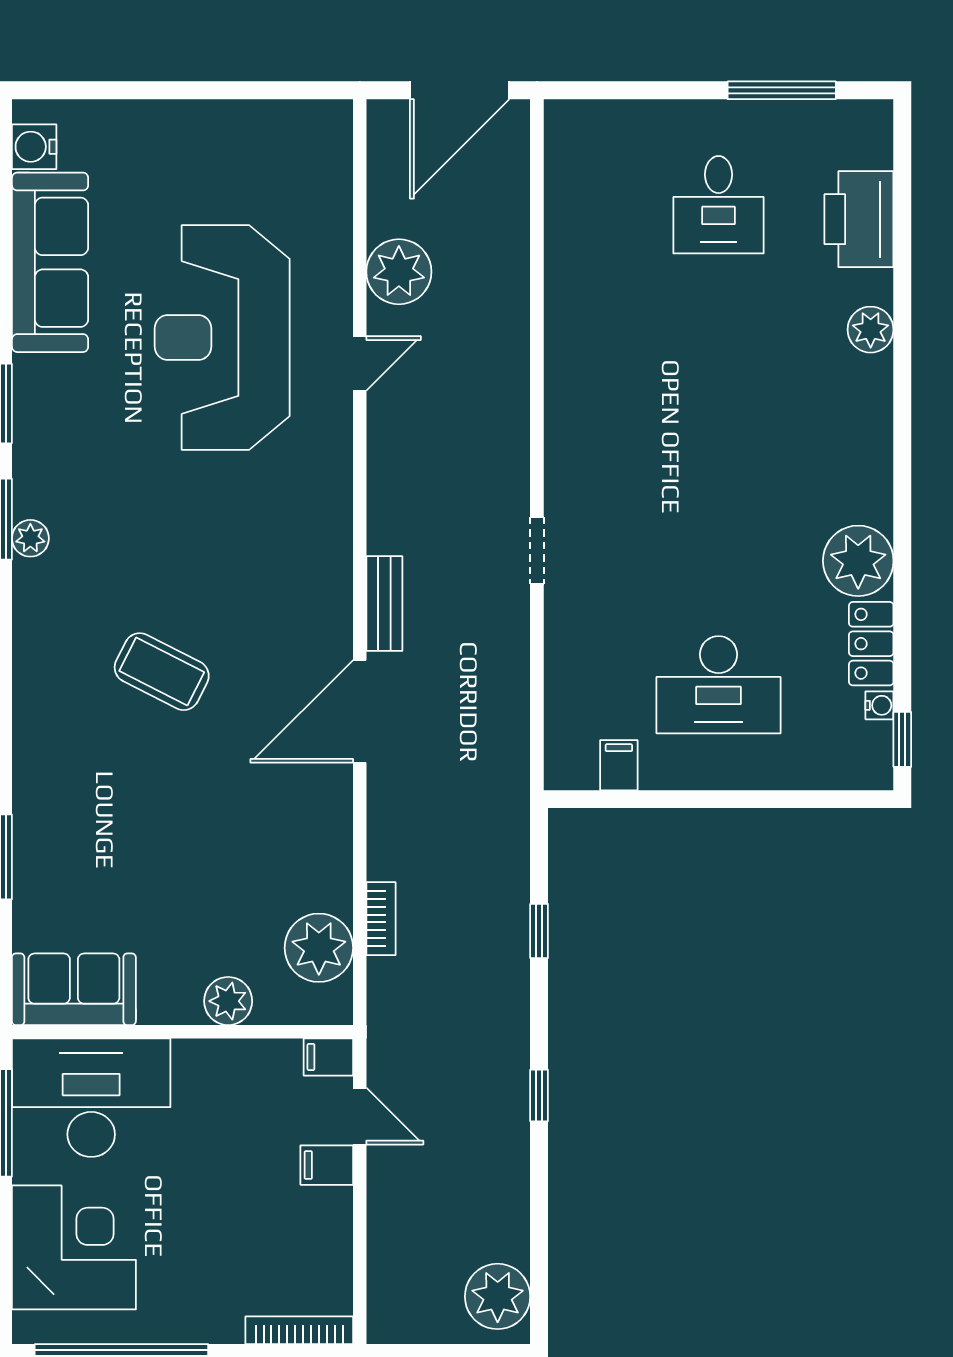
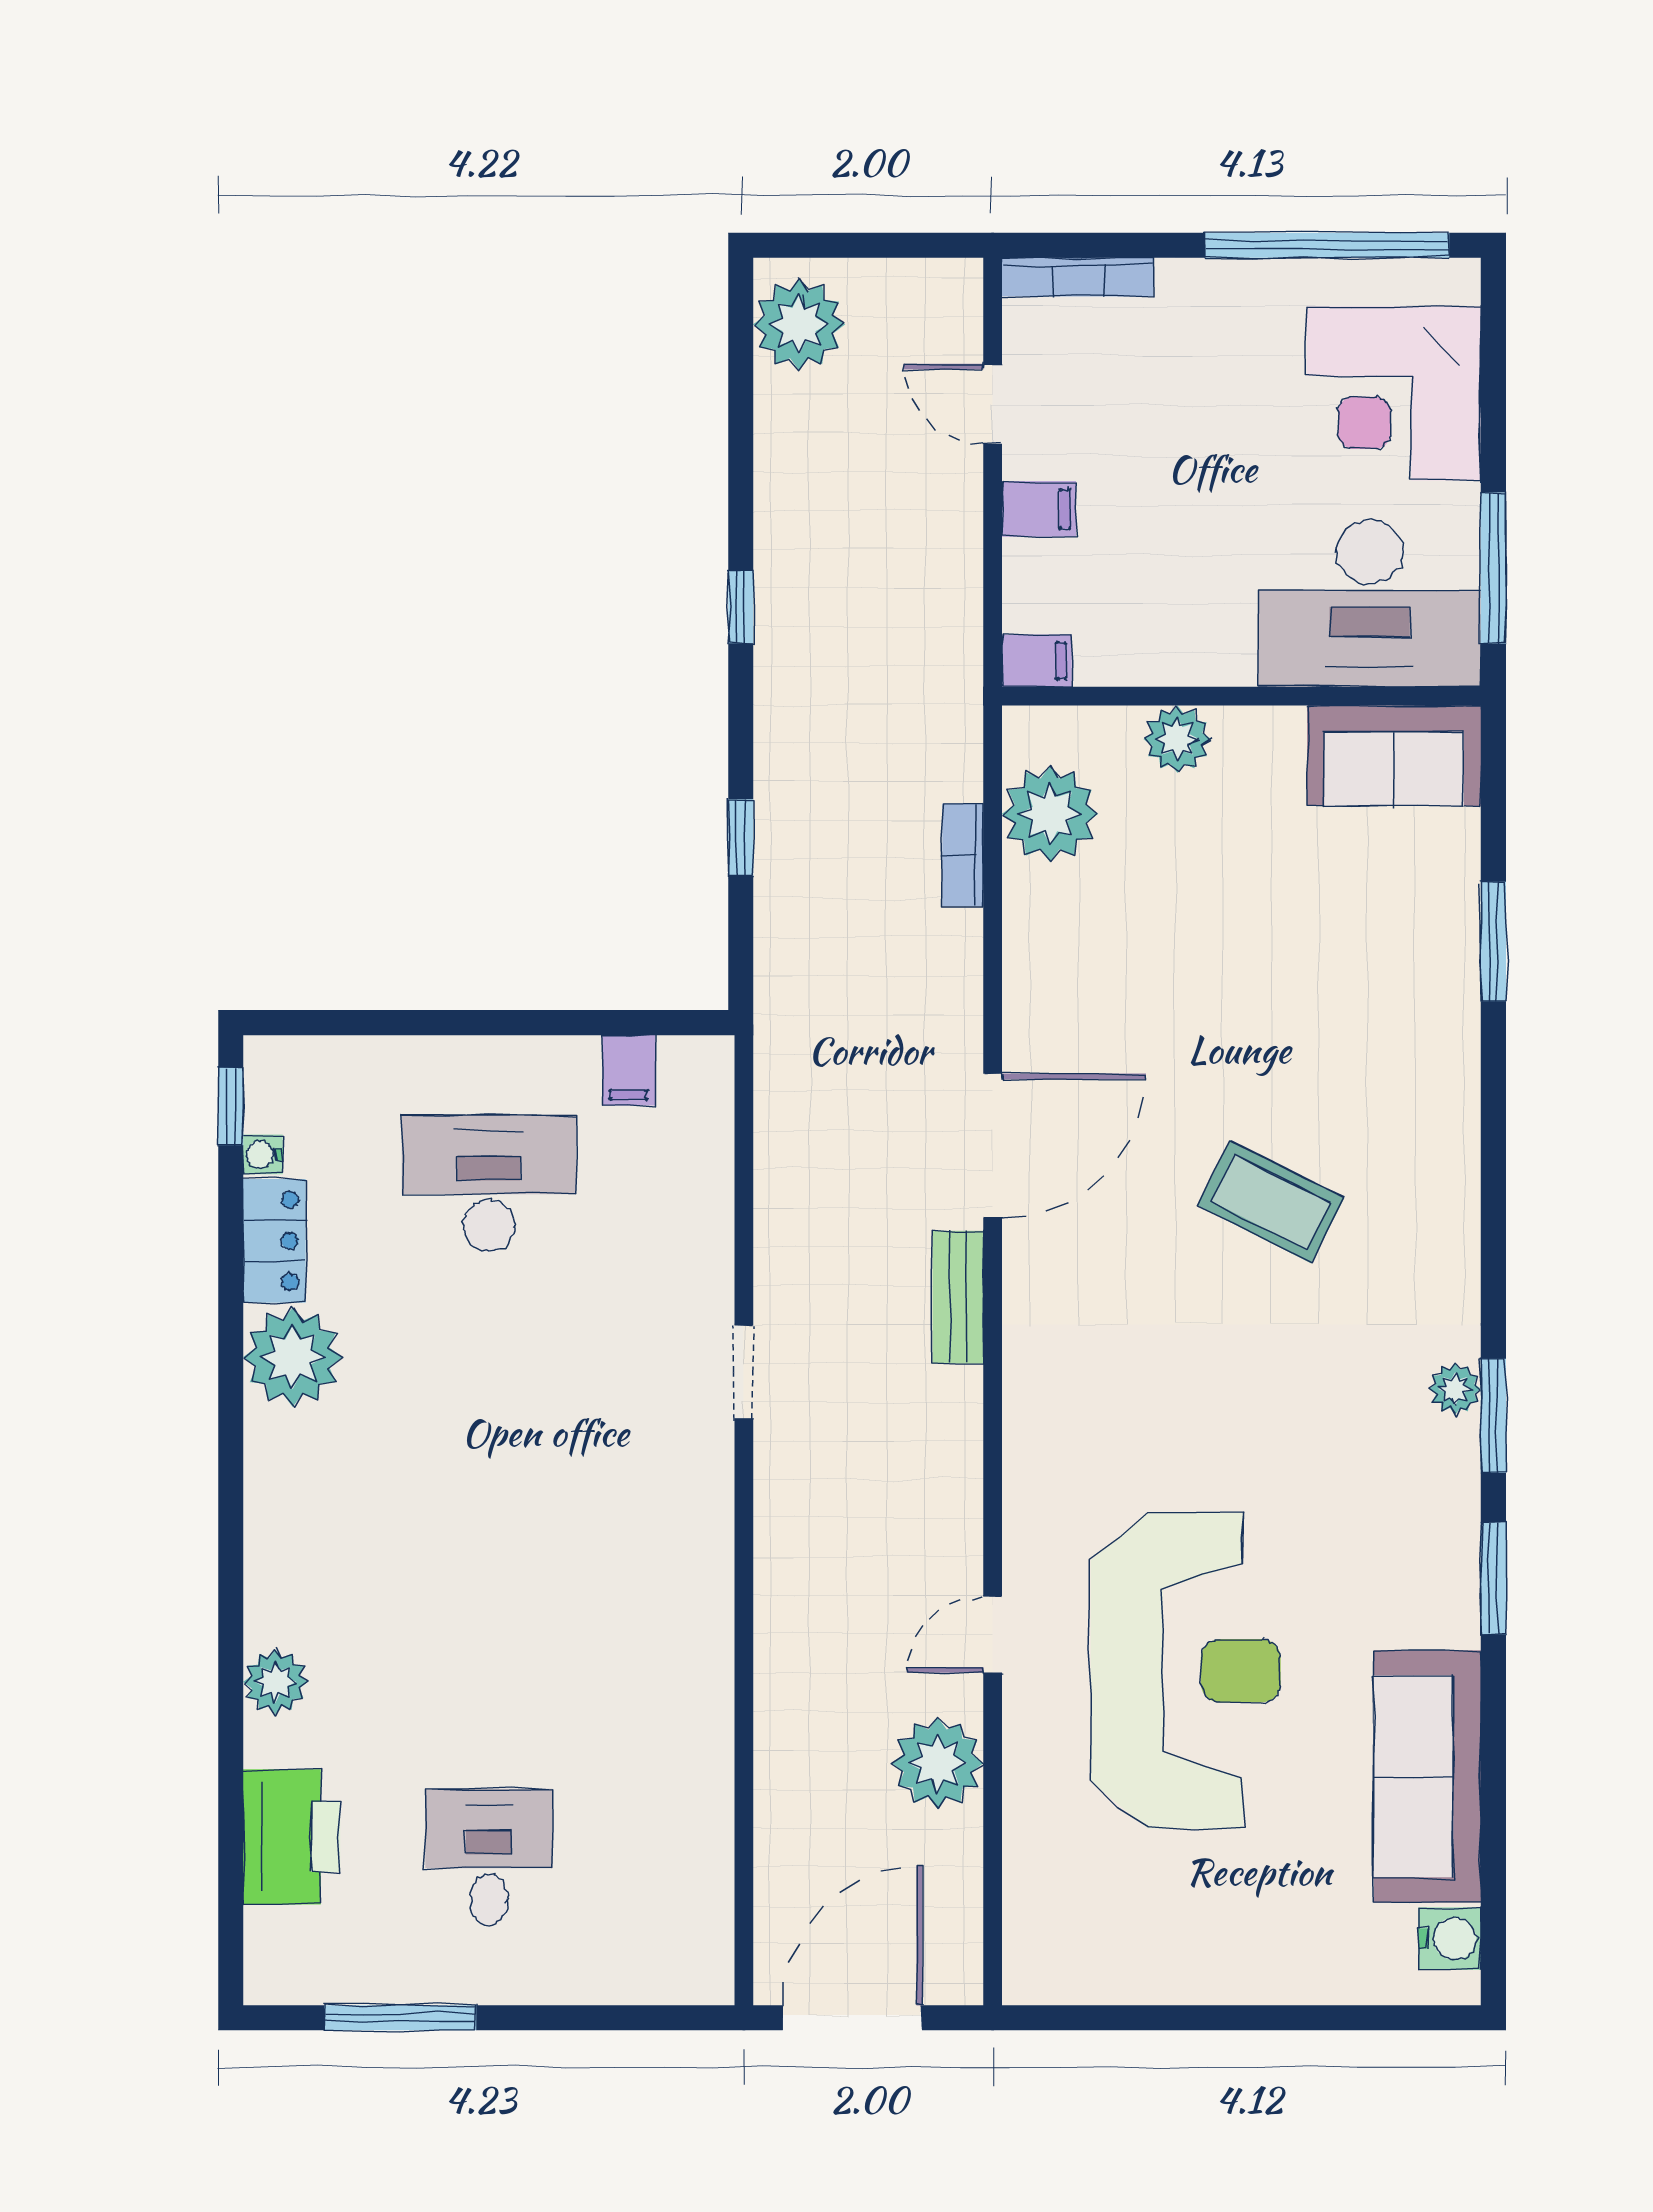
door: (360, 1116) -> (993, 404), moved

